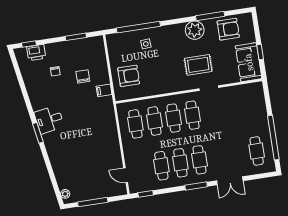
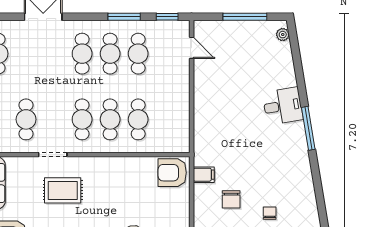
armchair: (129, 76) -> (172, 173), moved
desk: (49, 120) -> (283, 106), moved
cafe table: (135, 124) -> (26, 119), moved
window: (38, 133) -> (308, 128), width x1.44
window: (196, 186) -> (124, 17), moved

